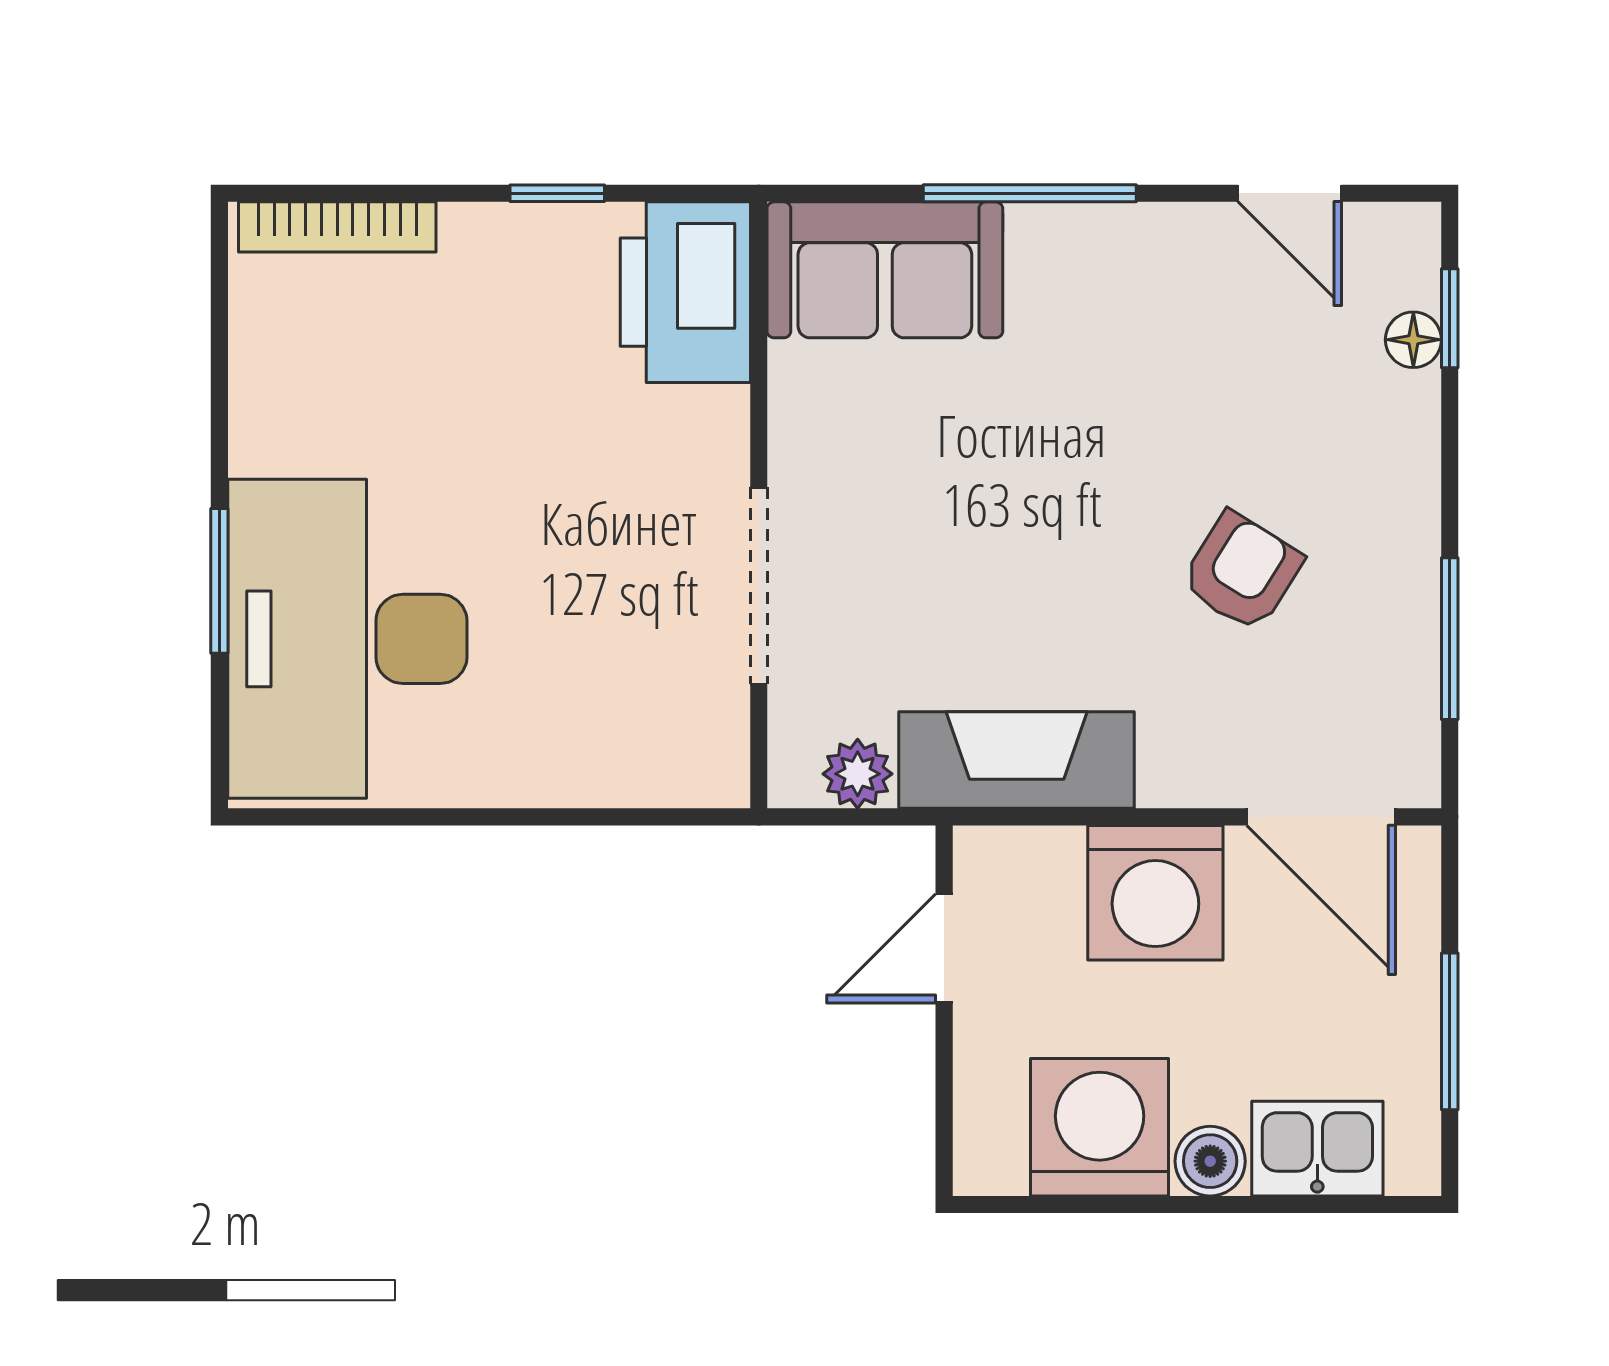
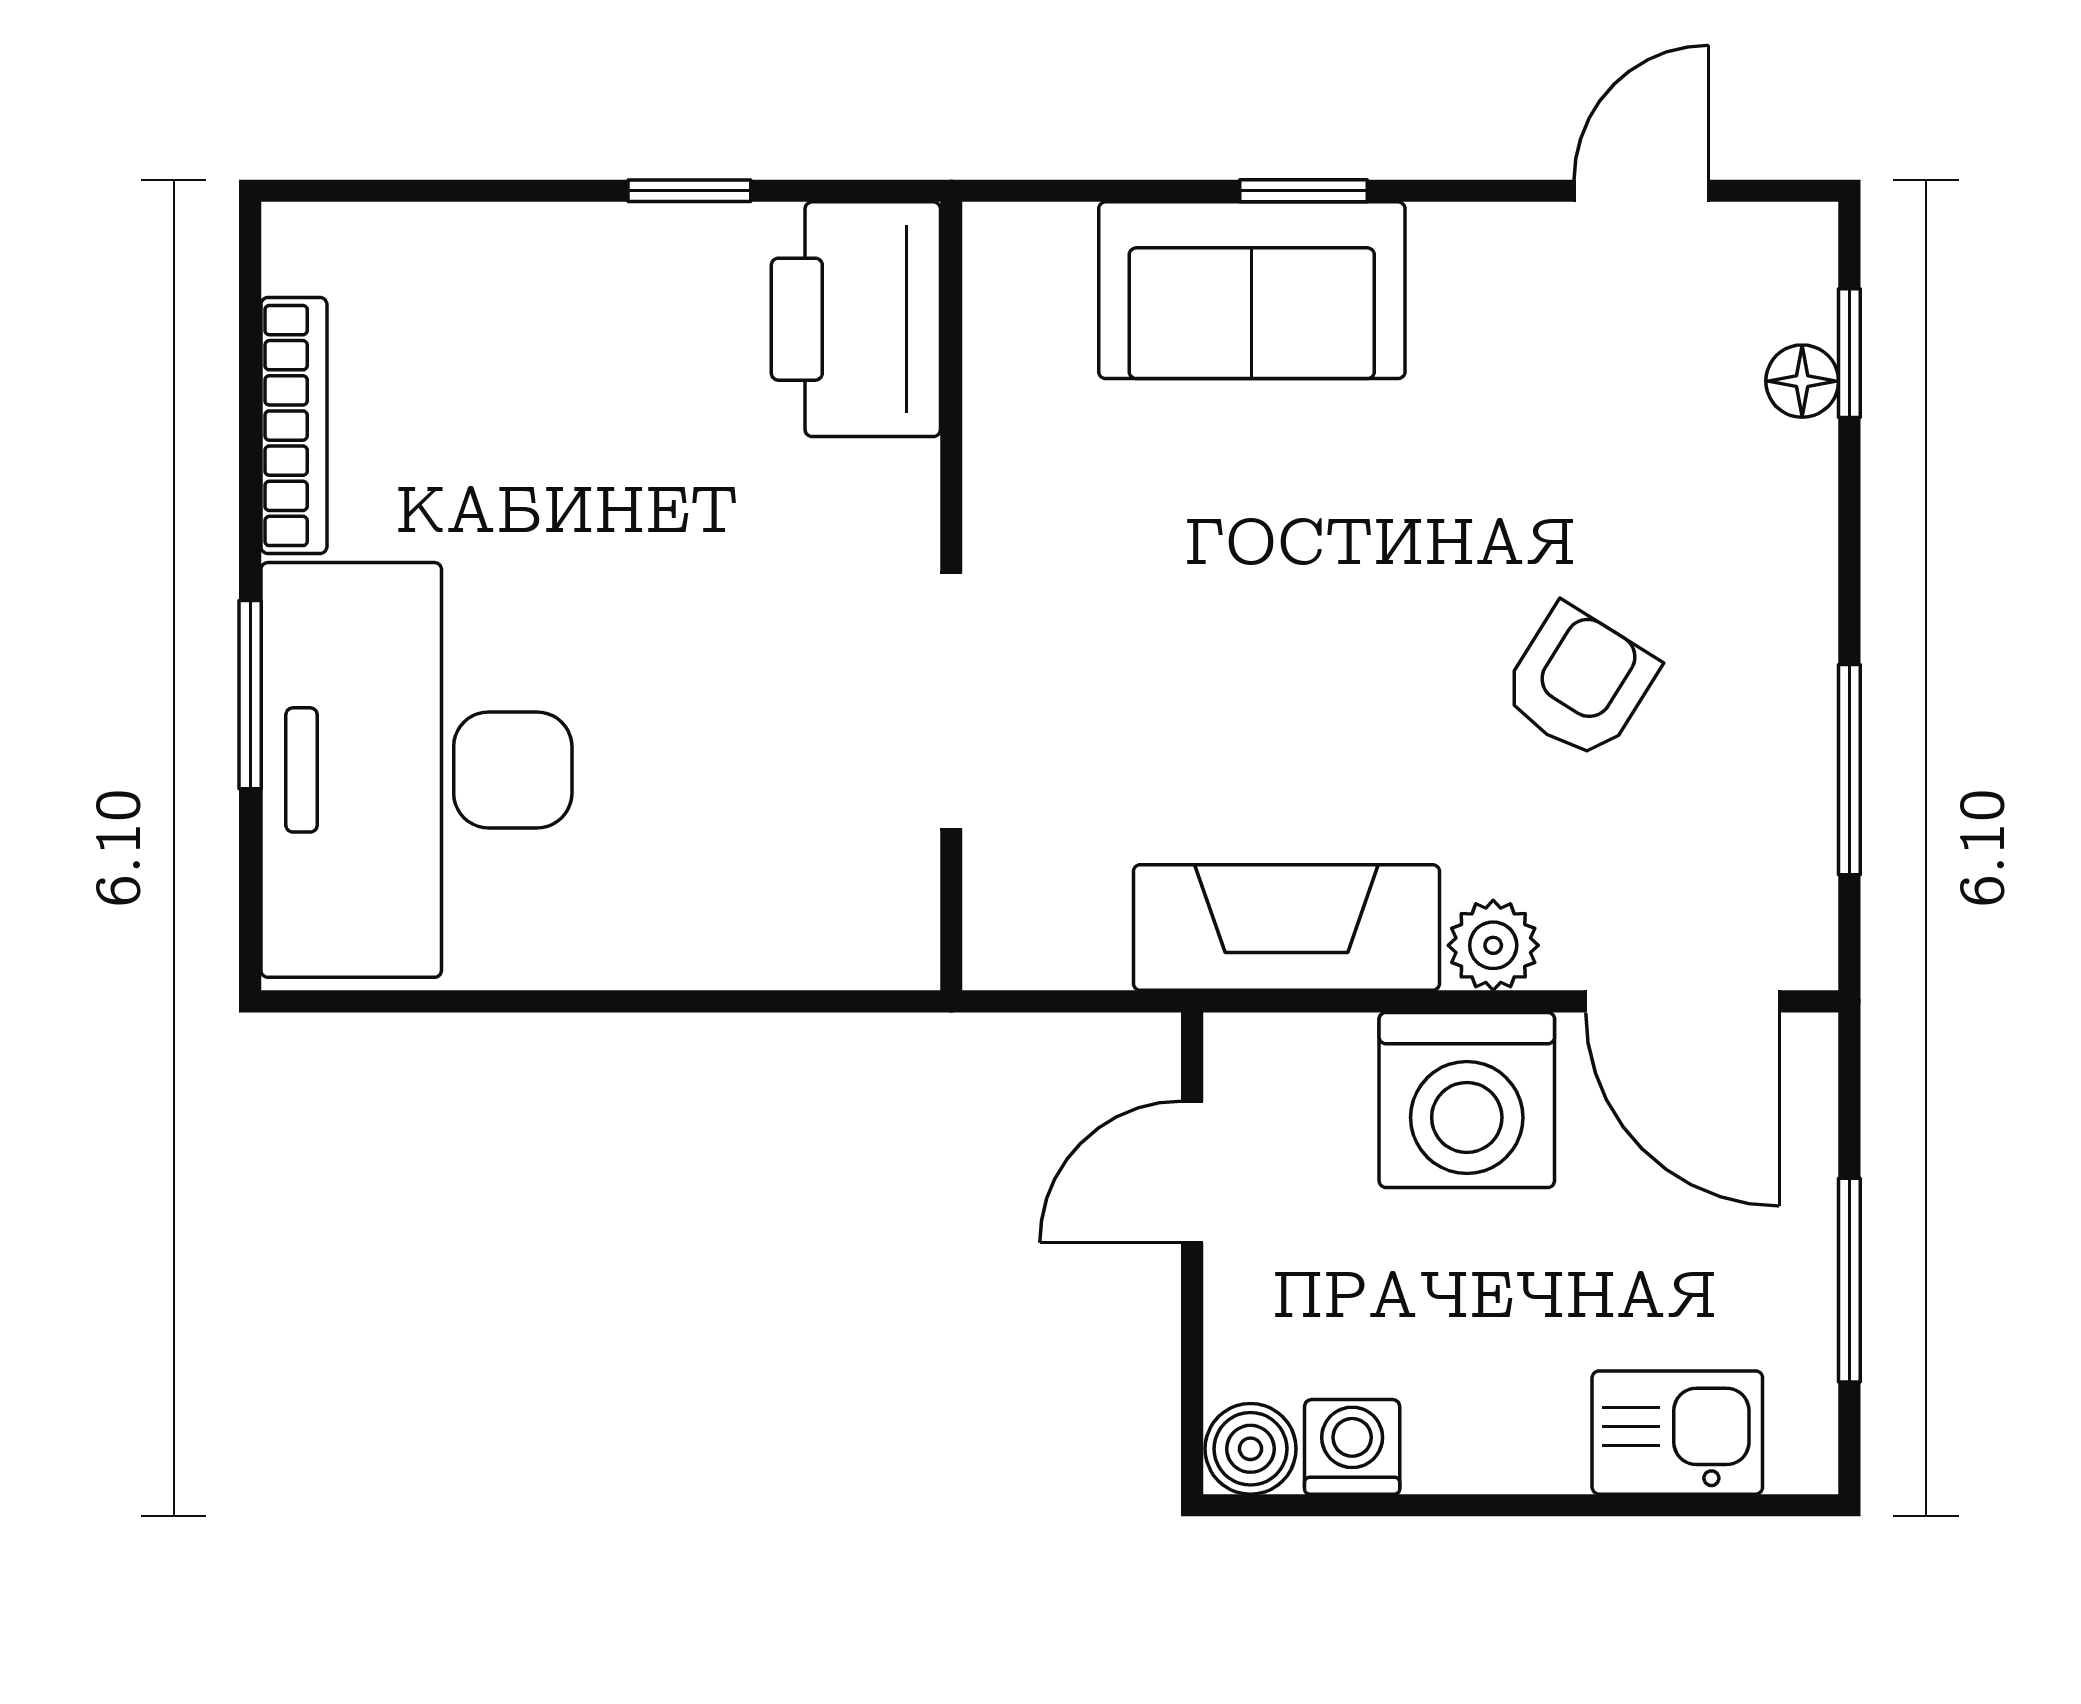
window: (1030, 193) -> (1304, 191), width x0.46
door: (1290, 193) -> (1642, 191), swing flipped
bookcase: (337, 227) -> (294, 426), moved, turned -90
sofa: (885, 270) -> (1252, 290), moved
plant: (858, 774) -> (1493, 945), moved
washing machine: (1100, 1127) -> (1352, 1447), width x0.53, depth x0.53
boiler: (1210, 1161) -> (1251, 1449), moved

